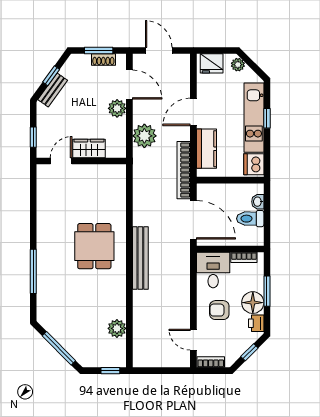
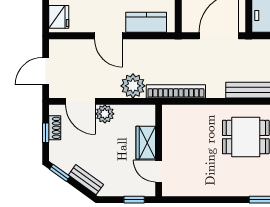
window: (99, 51) -> (46, 133), width x0.67
window: (51, 76) -> (60, 173), moved
door: (129, 85) -> (80, 101), swing flipped
bookcase: (184, 170) -> (176, 91), moved, turned 180

